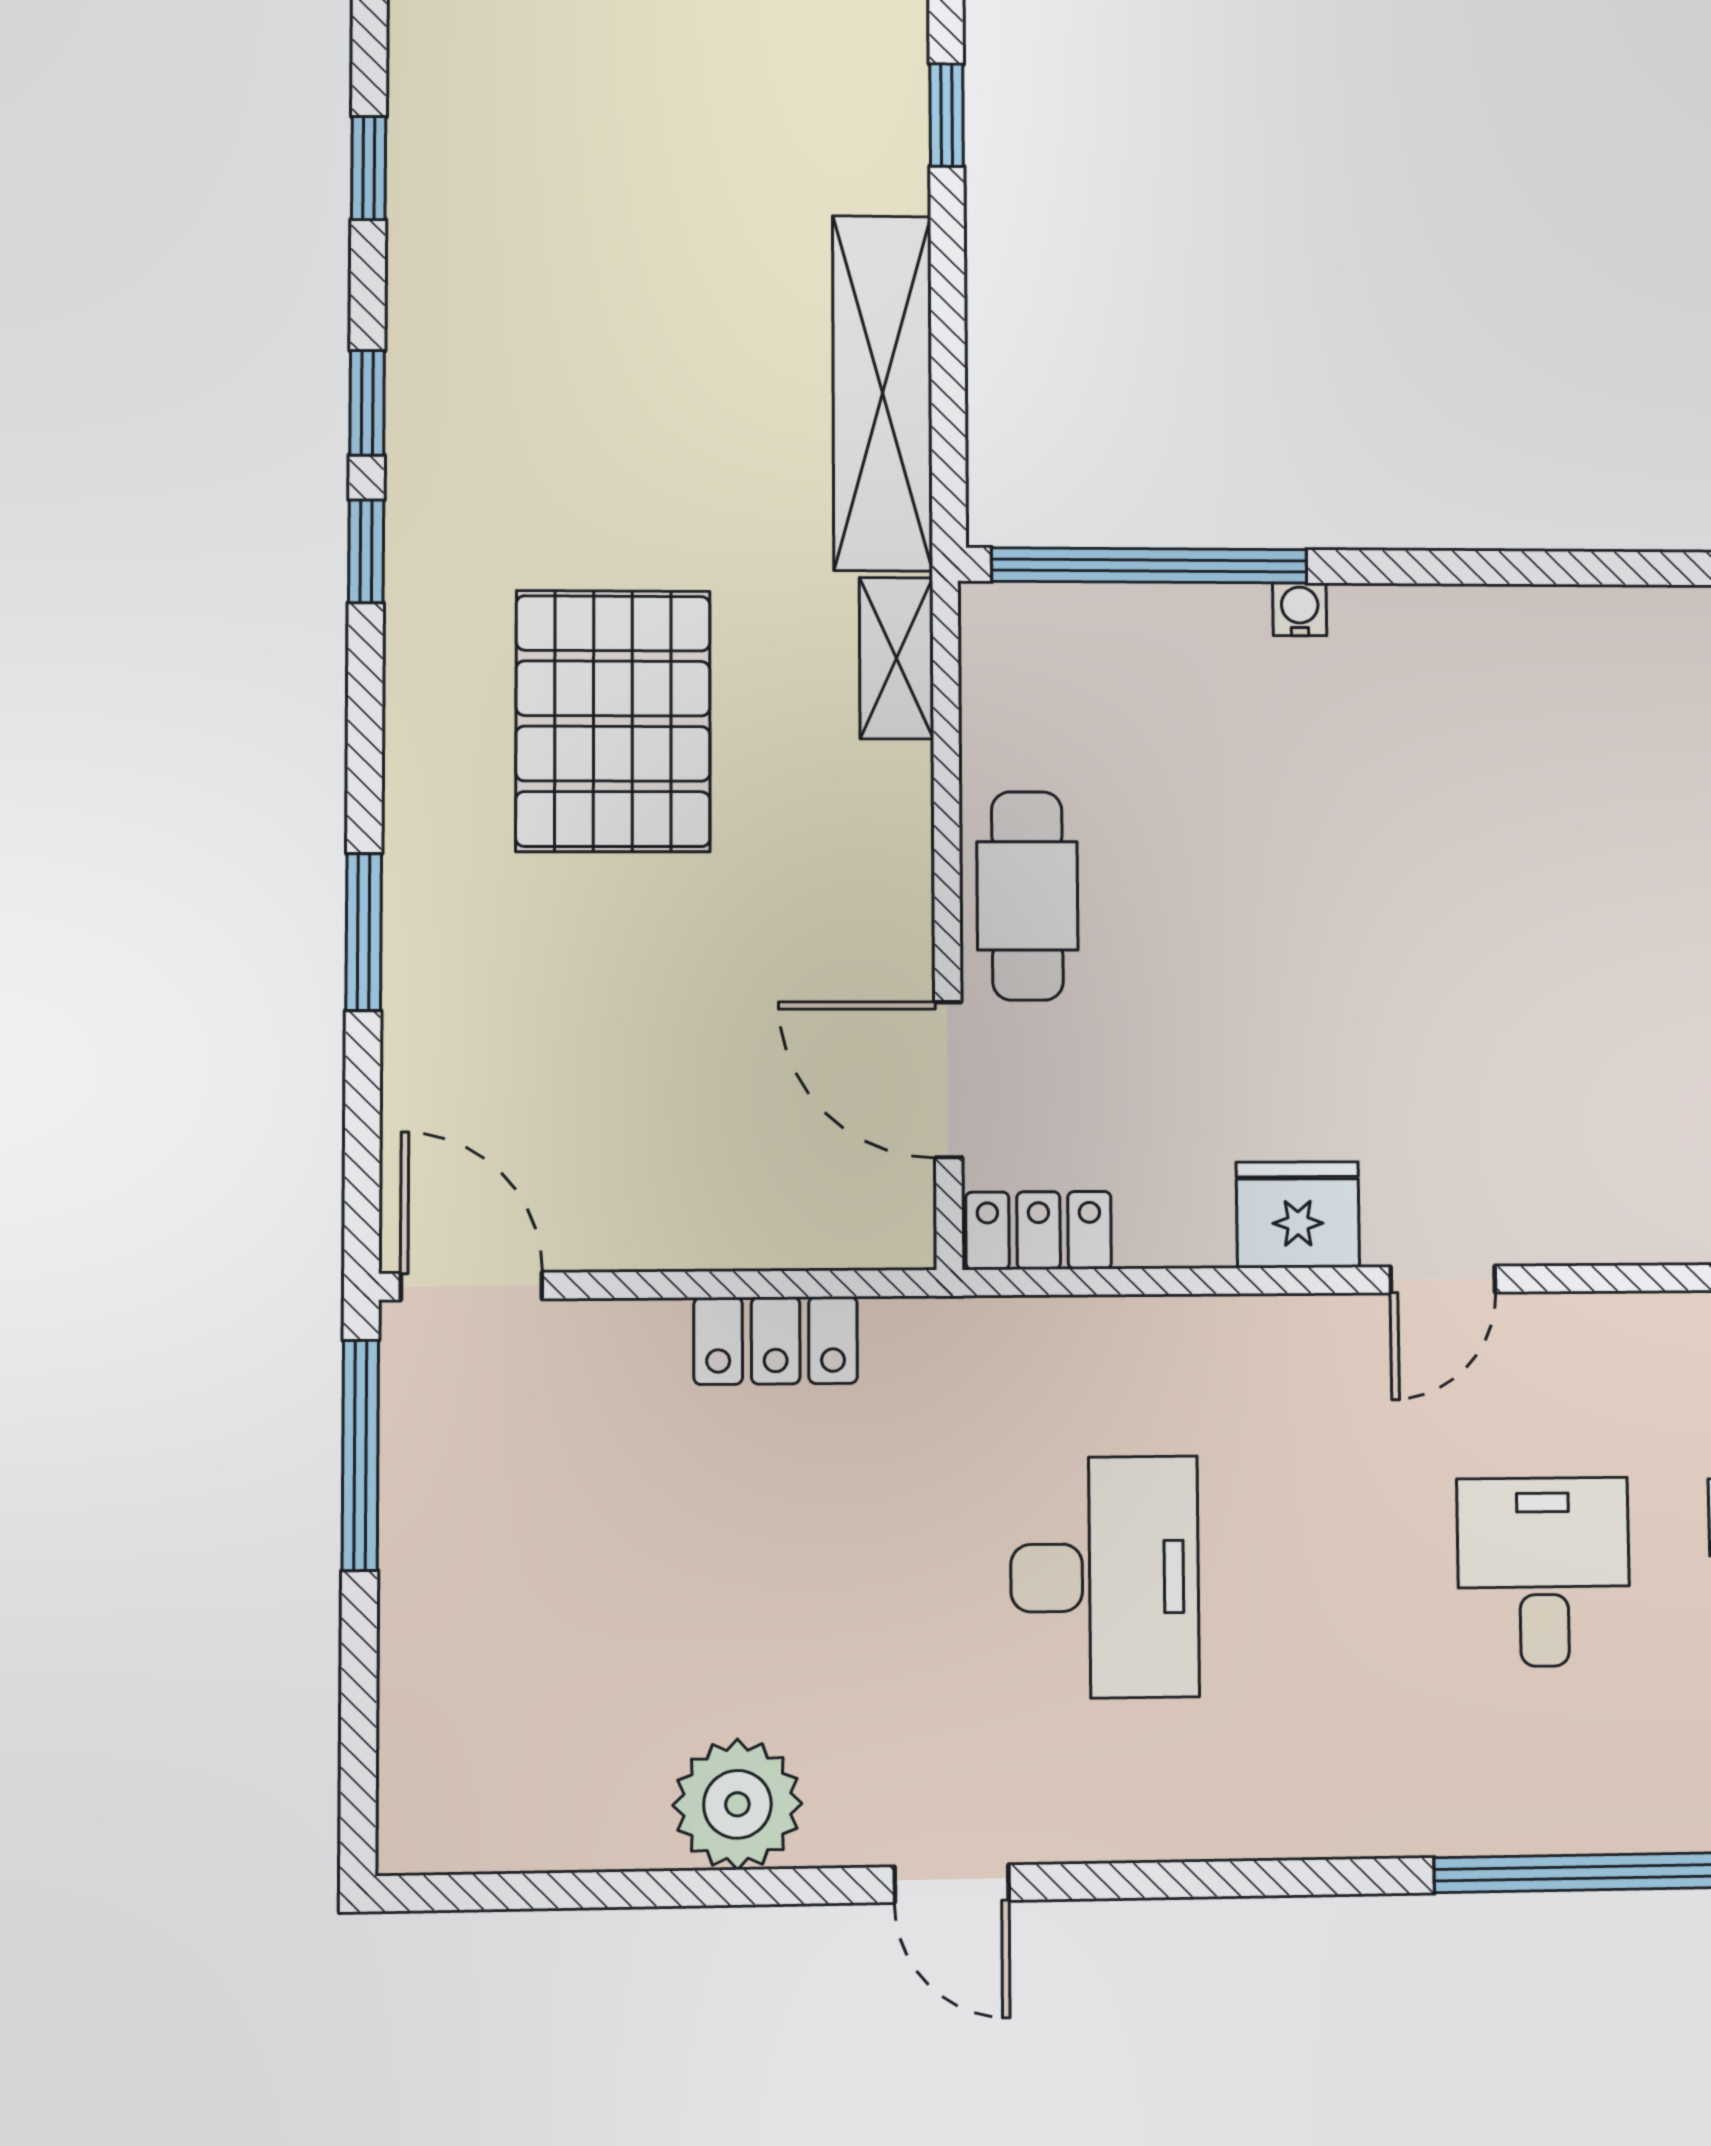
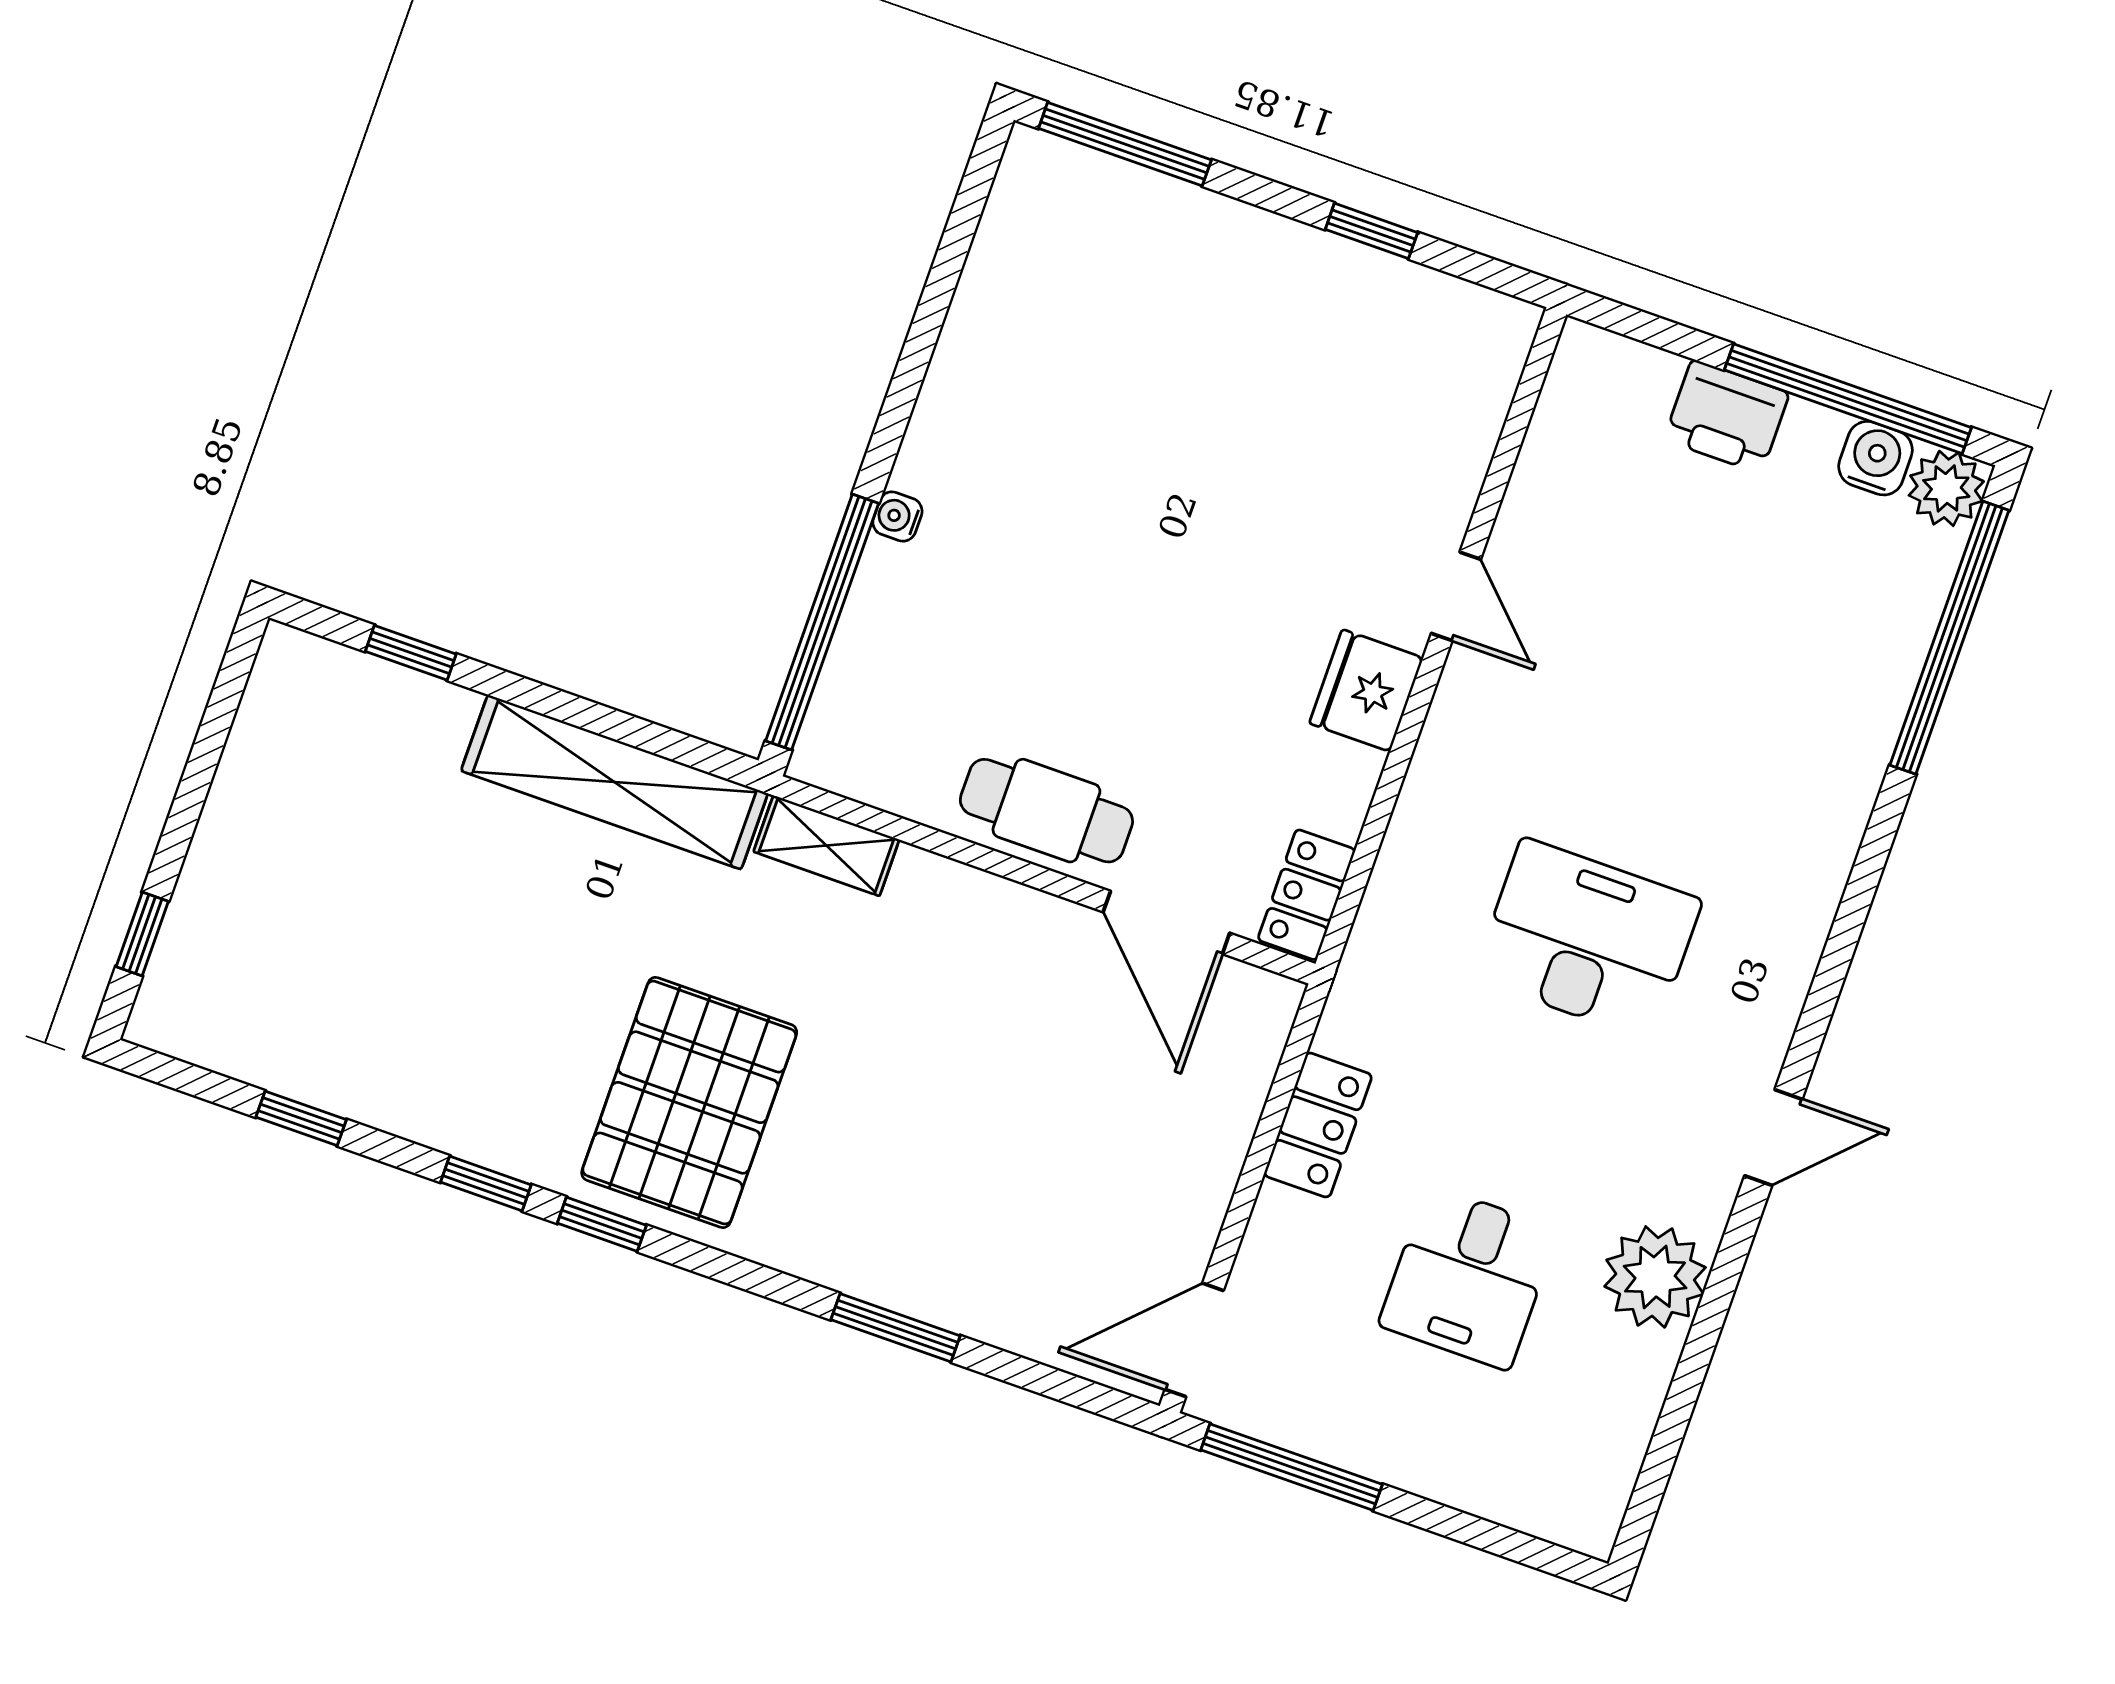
pallet: (613, 721) -> (689, 1103), moved, turned 90
door: (948, 1080) -> (1166, 922), hinge flipped
desk: (1544, 1572) -> (1468, 1277), moved, turned -90

